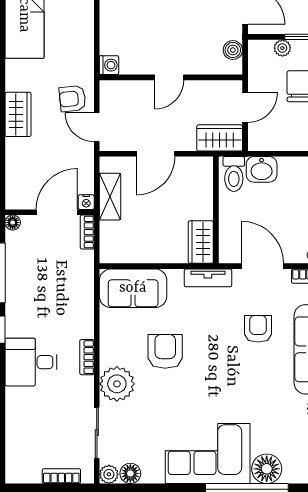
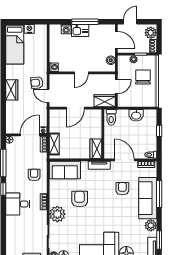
washbasin: (262, 169) -> (136, 115), moved
shelving: (110, 197) -> (54, 144), moved
armchair: (66, 299) -> (34, 175), added

